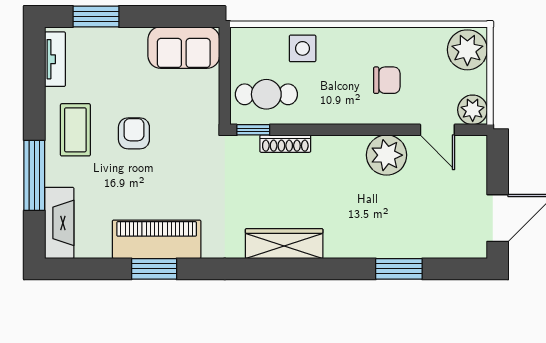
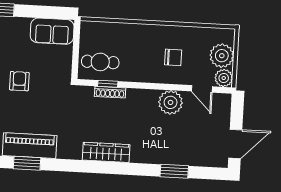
side table: (303, 48) -> (123, 36), removed
plant: (467, 50) -> (222, 56), moved
window: (253, 130) -> (108, 84), moved

